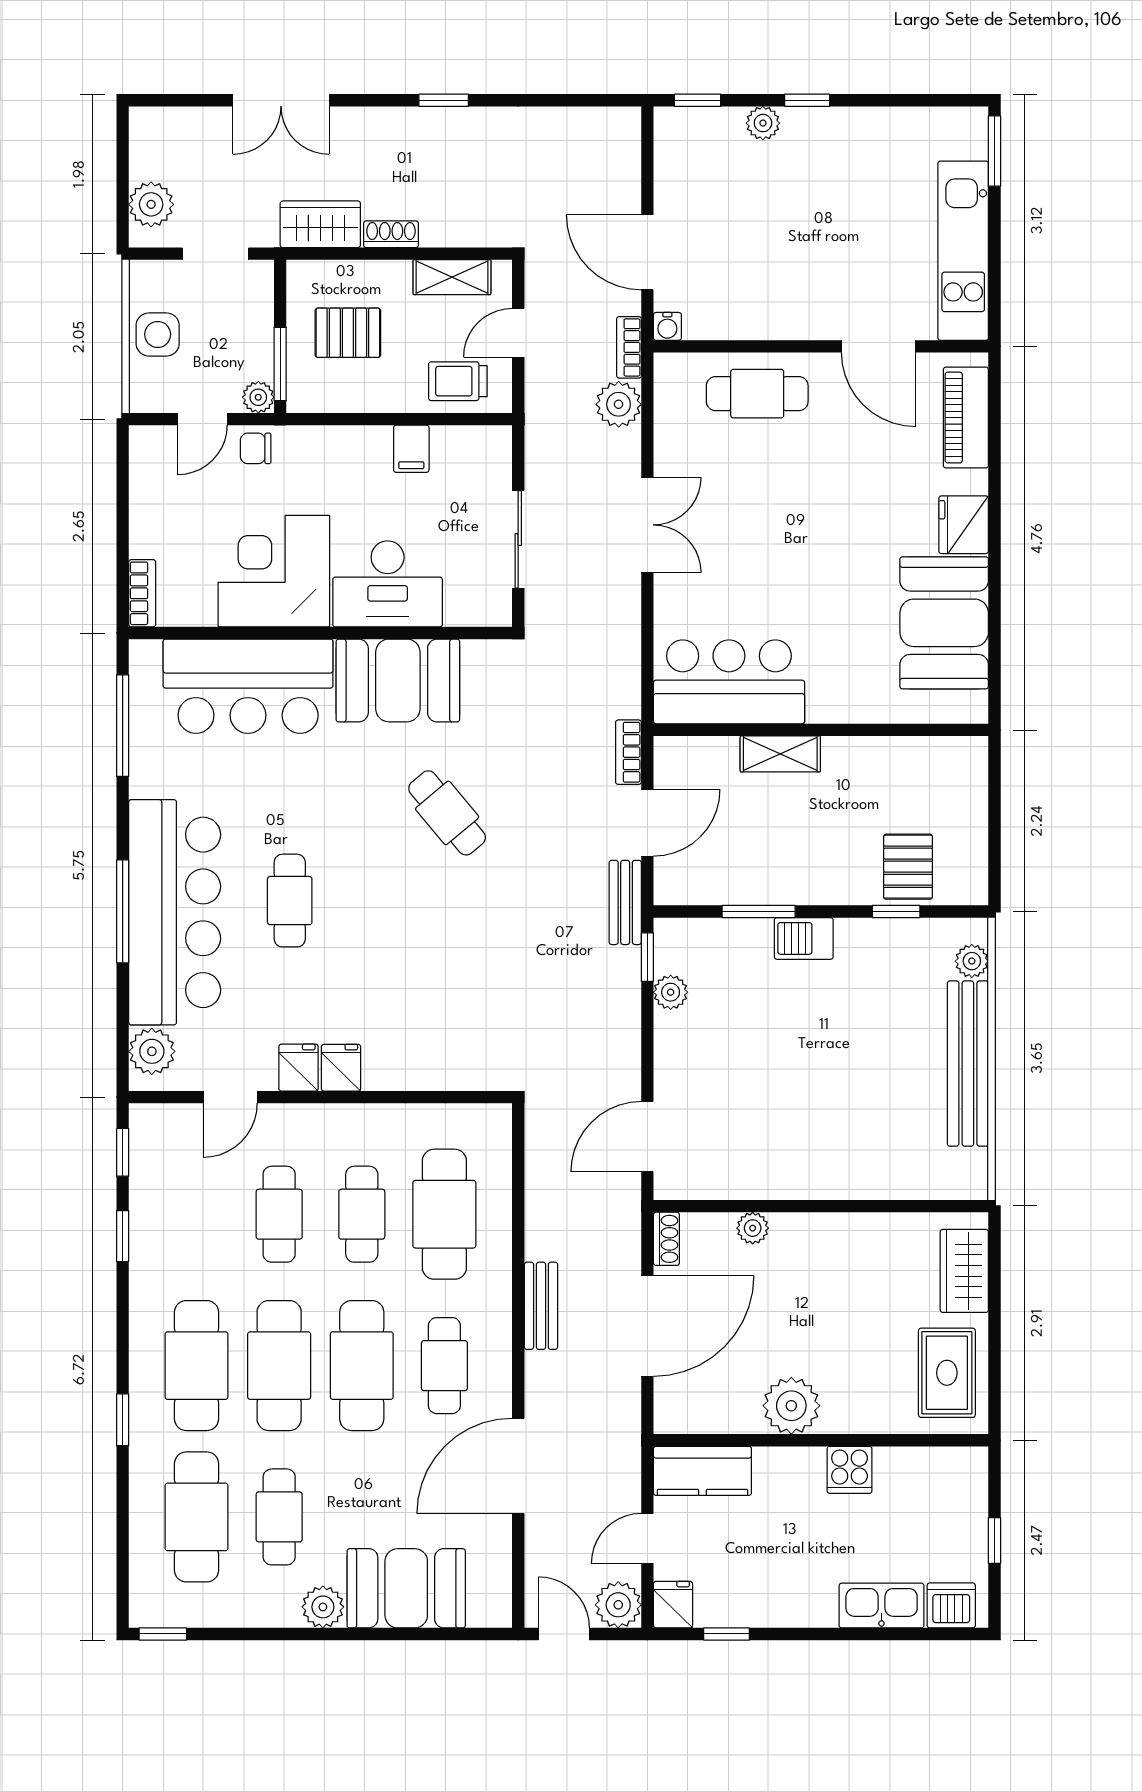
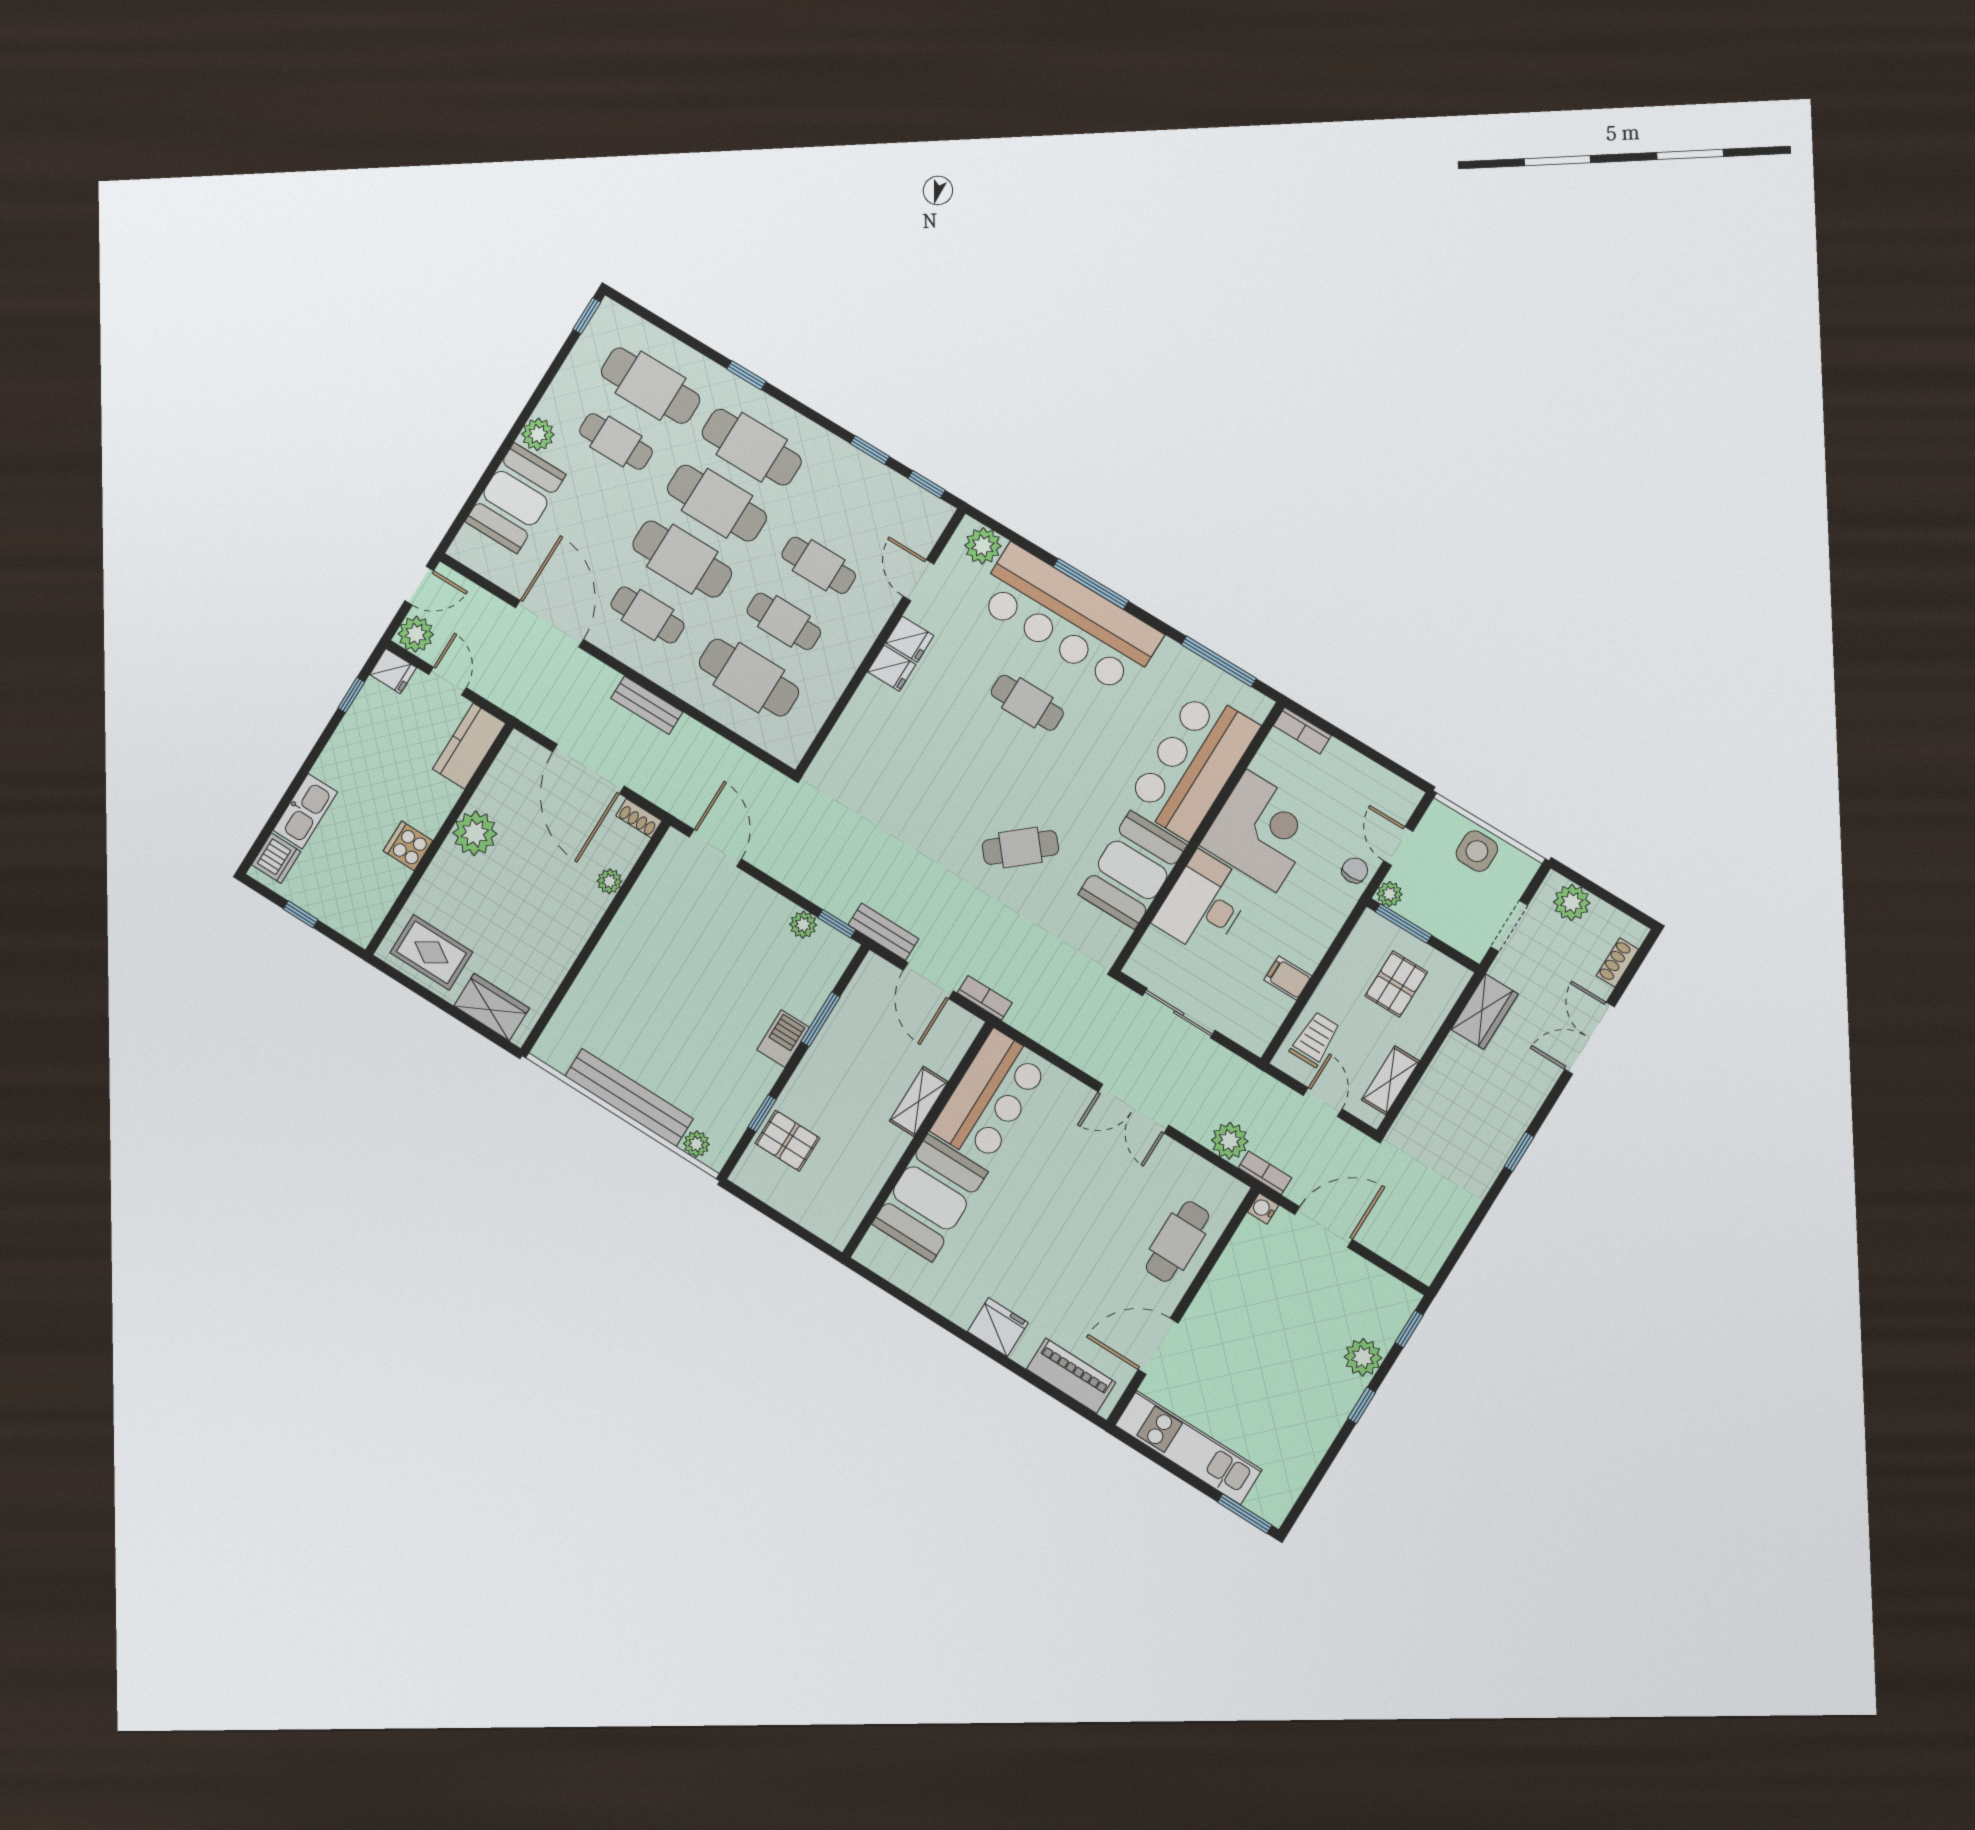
plant: (763, 123) -> (1363, 1357), width x1.38, depth x1.38
shoe rack: (391, 234) -> (1617, 962), moved, turned 180
booth: (944, 623) -> (930, 1198), moved, turned 90

